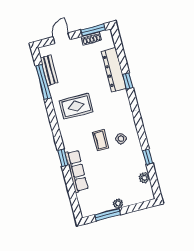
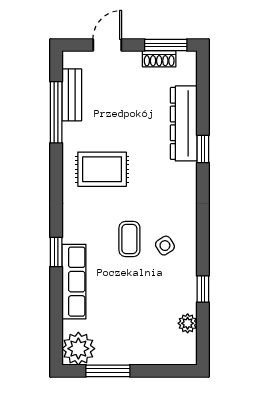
plant: (118, 204) -> (78, 349), moved, width x1.88, depth x1.88

